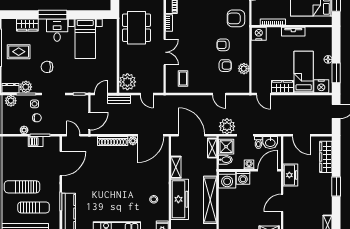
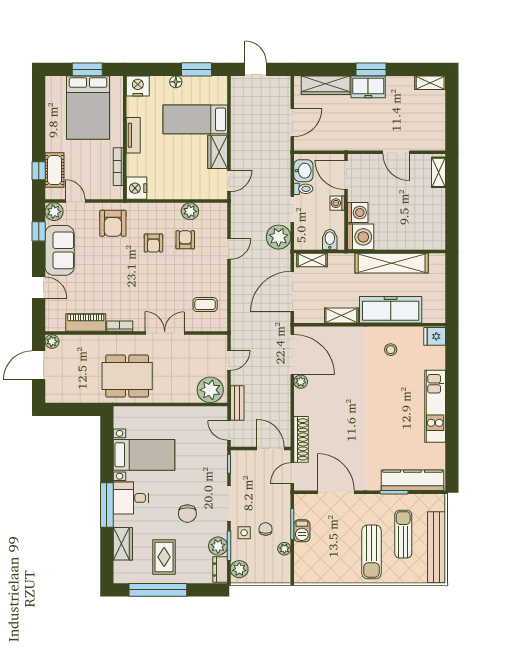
nightstand: (321, 86) -> (138, 86), moved, turned -90
shoe rack: (113, 141) -> (301, 439), moved
shower: (226, 147) -> (310, 238), removed
freezer: (290, 175) -> (368, 87), moved, turned 180

